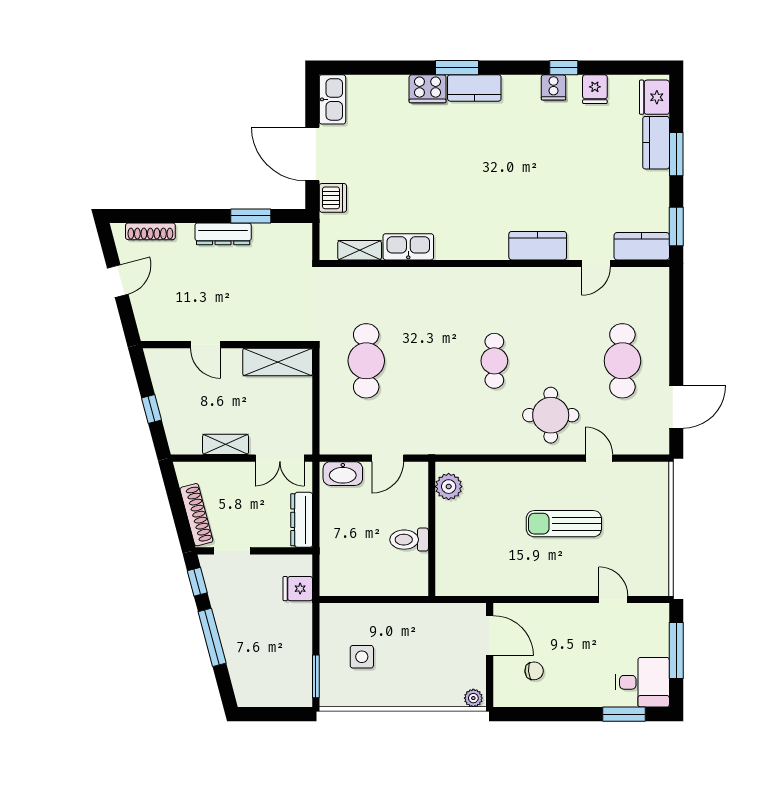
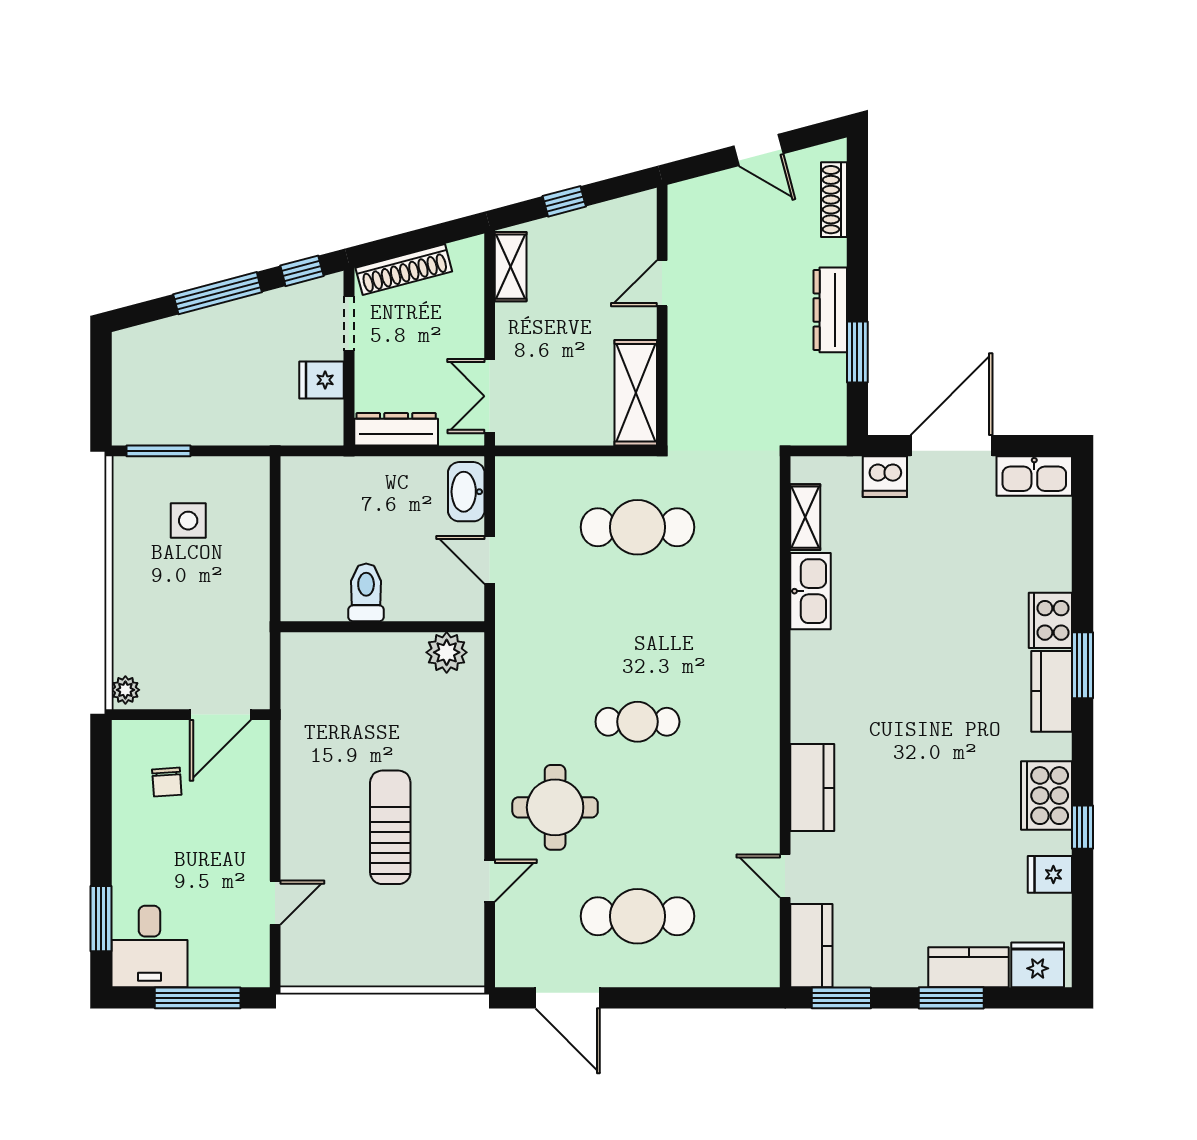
cooker: (554, 87) -> (1047, 796), width x1.87, depth x1.31
shelving: (226, 444) -> (511, 267), moved
fridge: (298, 589) -> (322, 380), moved, turned -90

